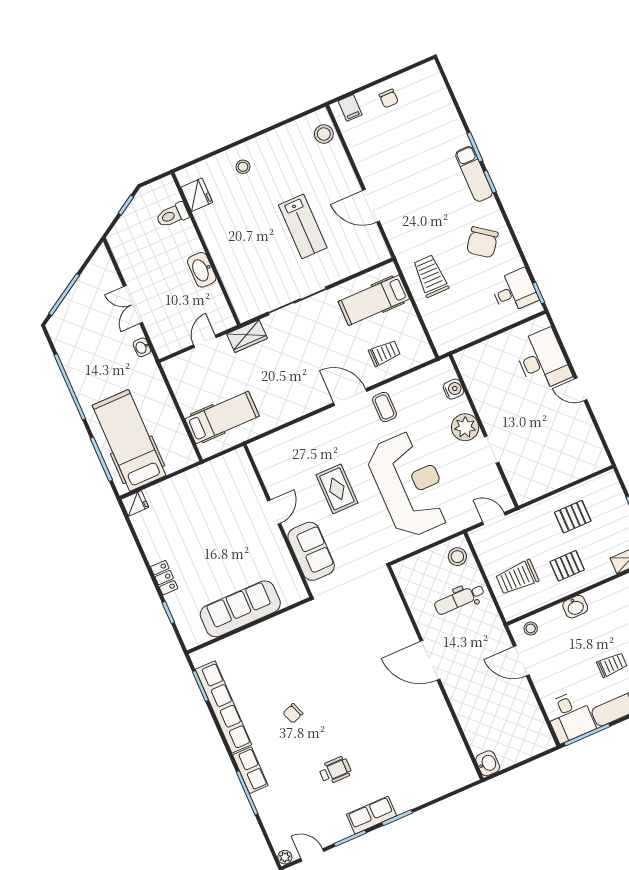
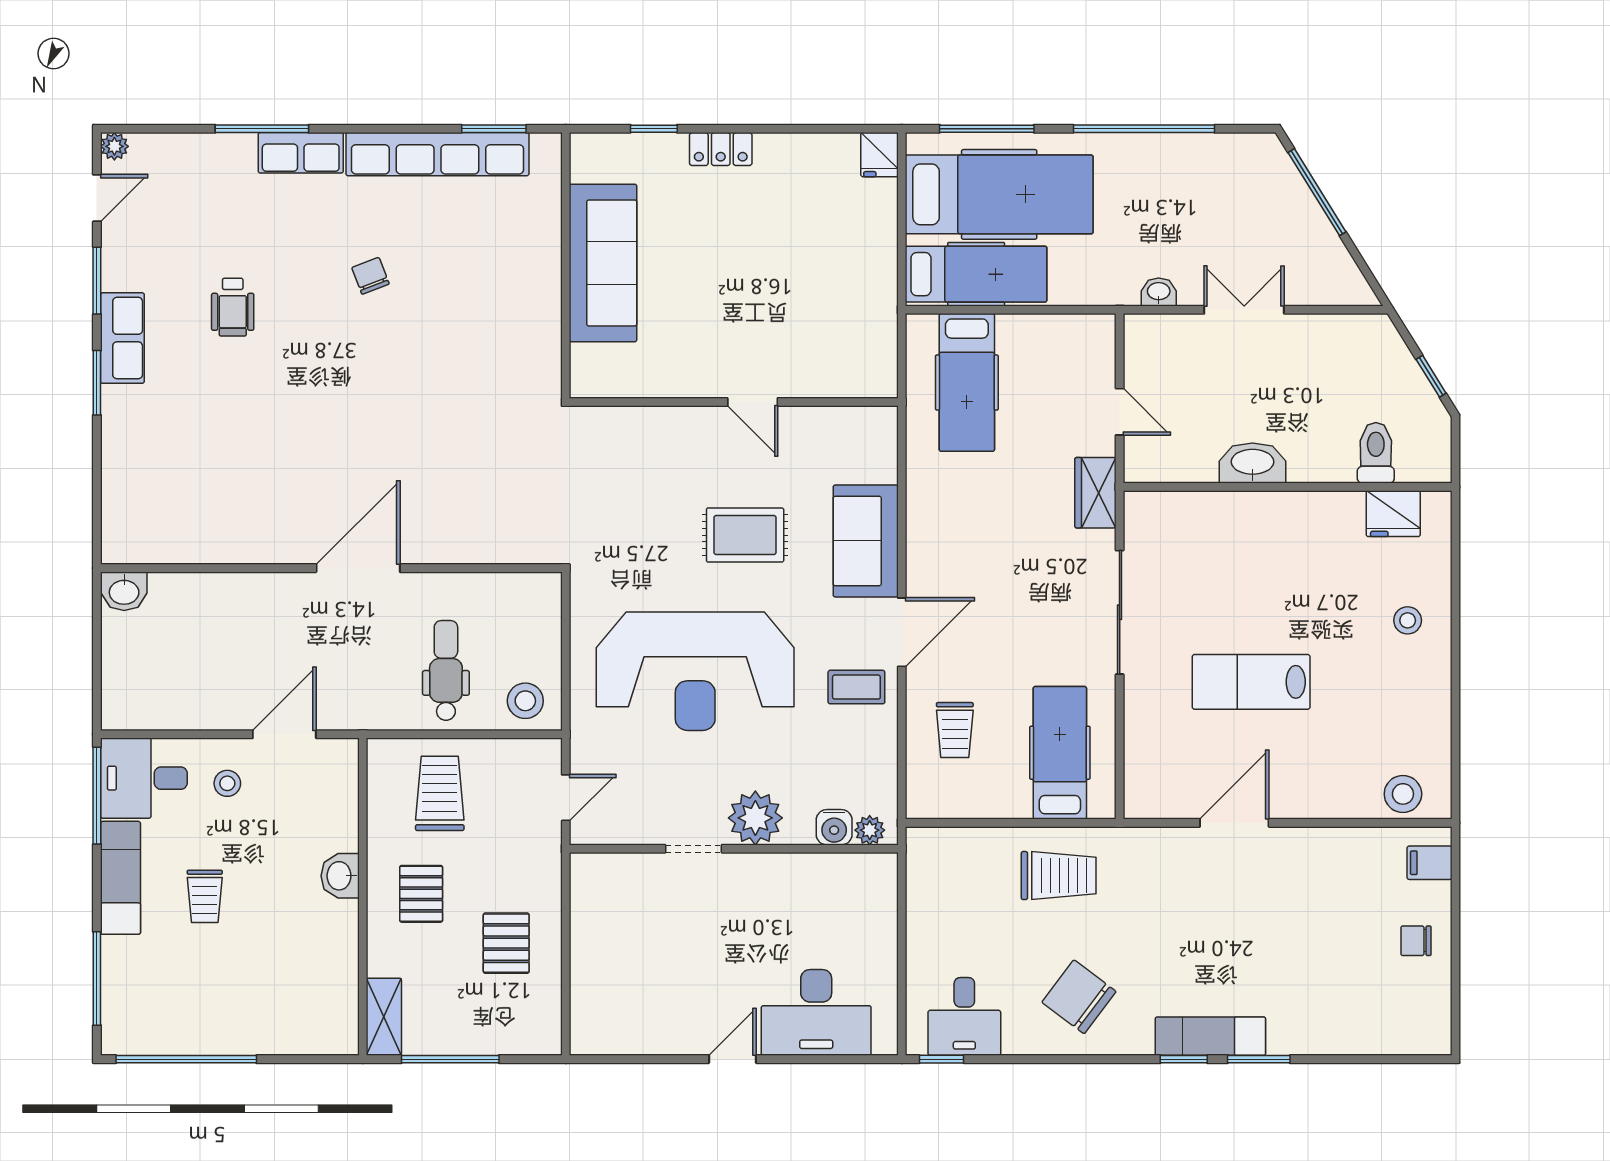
plant: (448, 372) -> (870, 830), added
hospital bed: (170, 435) -> (976, 274), added
sofa: (311, 551) -> (866, 541), moved, turned 90
stool: (531, 628) -> (227, 783), moved

